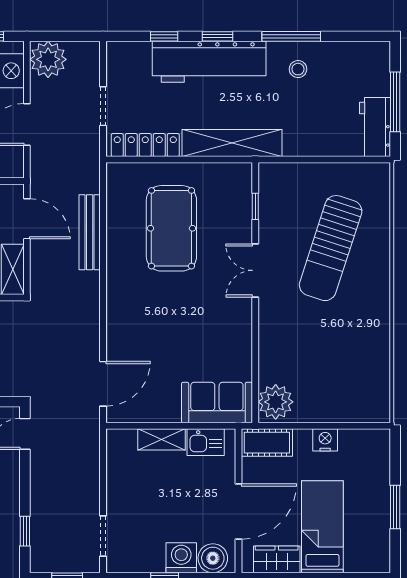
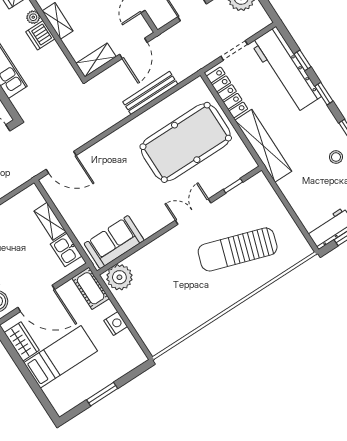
workbench: (209, 62) -> (286, 70), moved
pool table: (171, 228) -> (186, 142), width x1.36, depth x1.32
sofa: (217, 403) -> (114, 242), moved, turned -90

